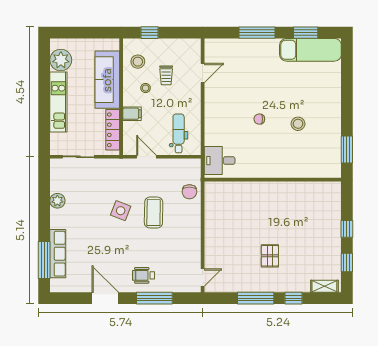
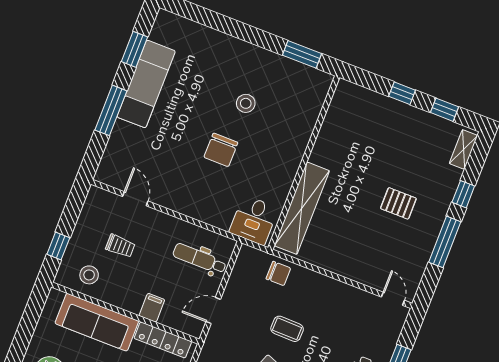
exam couch: (310, 50) -> (146, 84), moved
stool: (146, 88) -> (126, 278), removed
chair: (259, 119) -> (221, 150), width x1.87, depth x1.87
shelving: (241, 190) -> (302, 208), added
coffee table: (154, 213) -> (287, 329), width x0.73, depth x0.77

